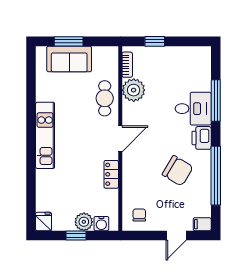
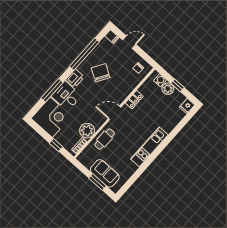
corner desk: (189, 68) -> (51, 117), added

